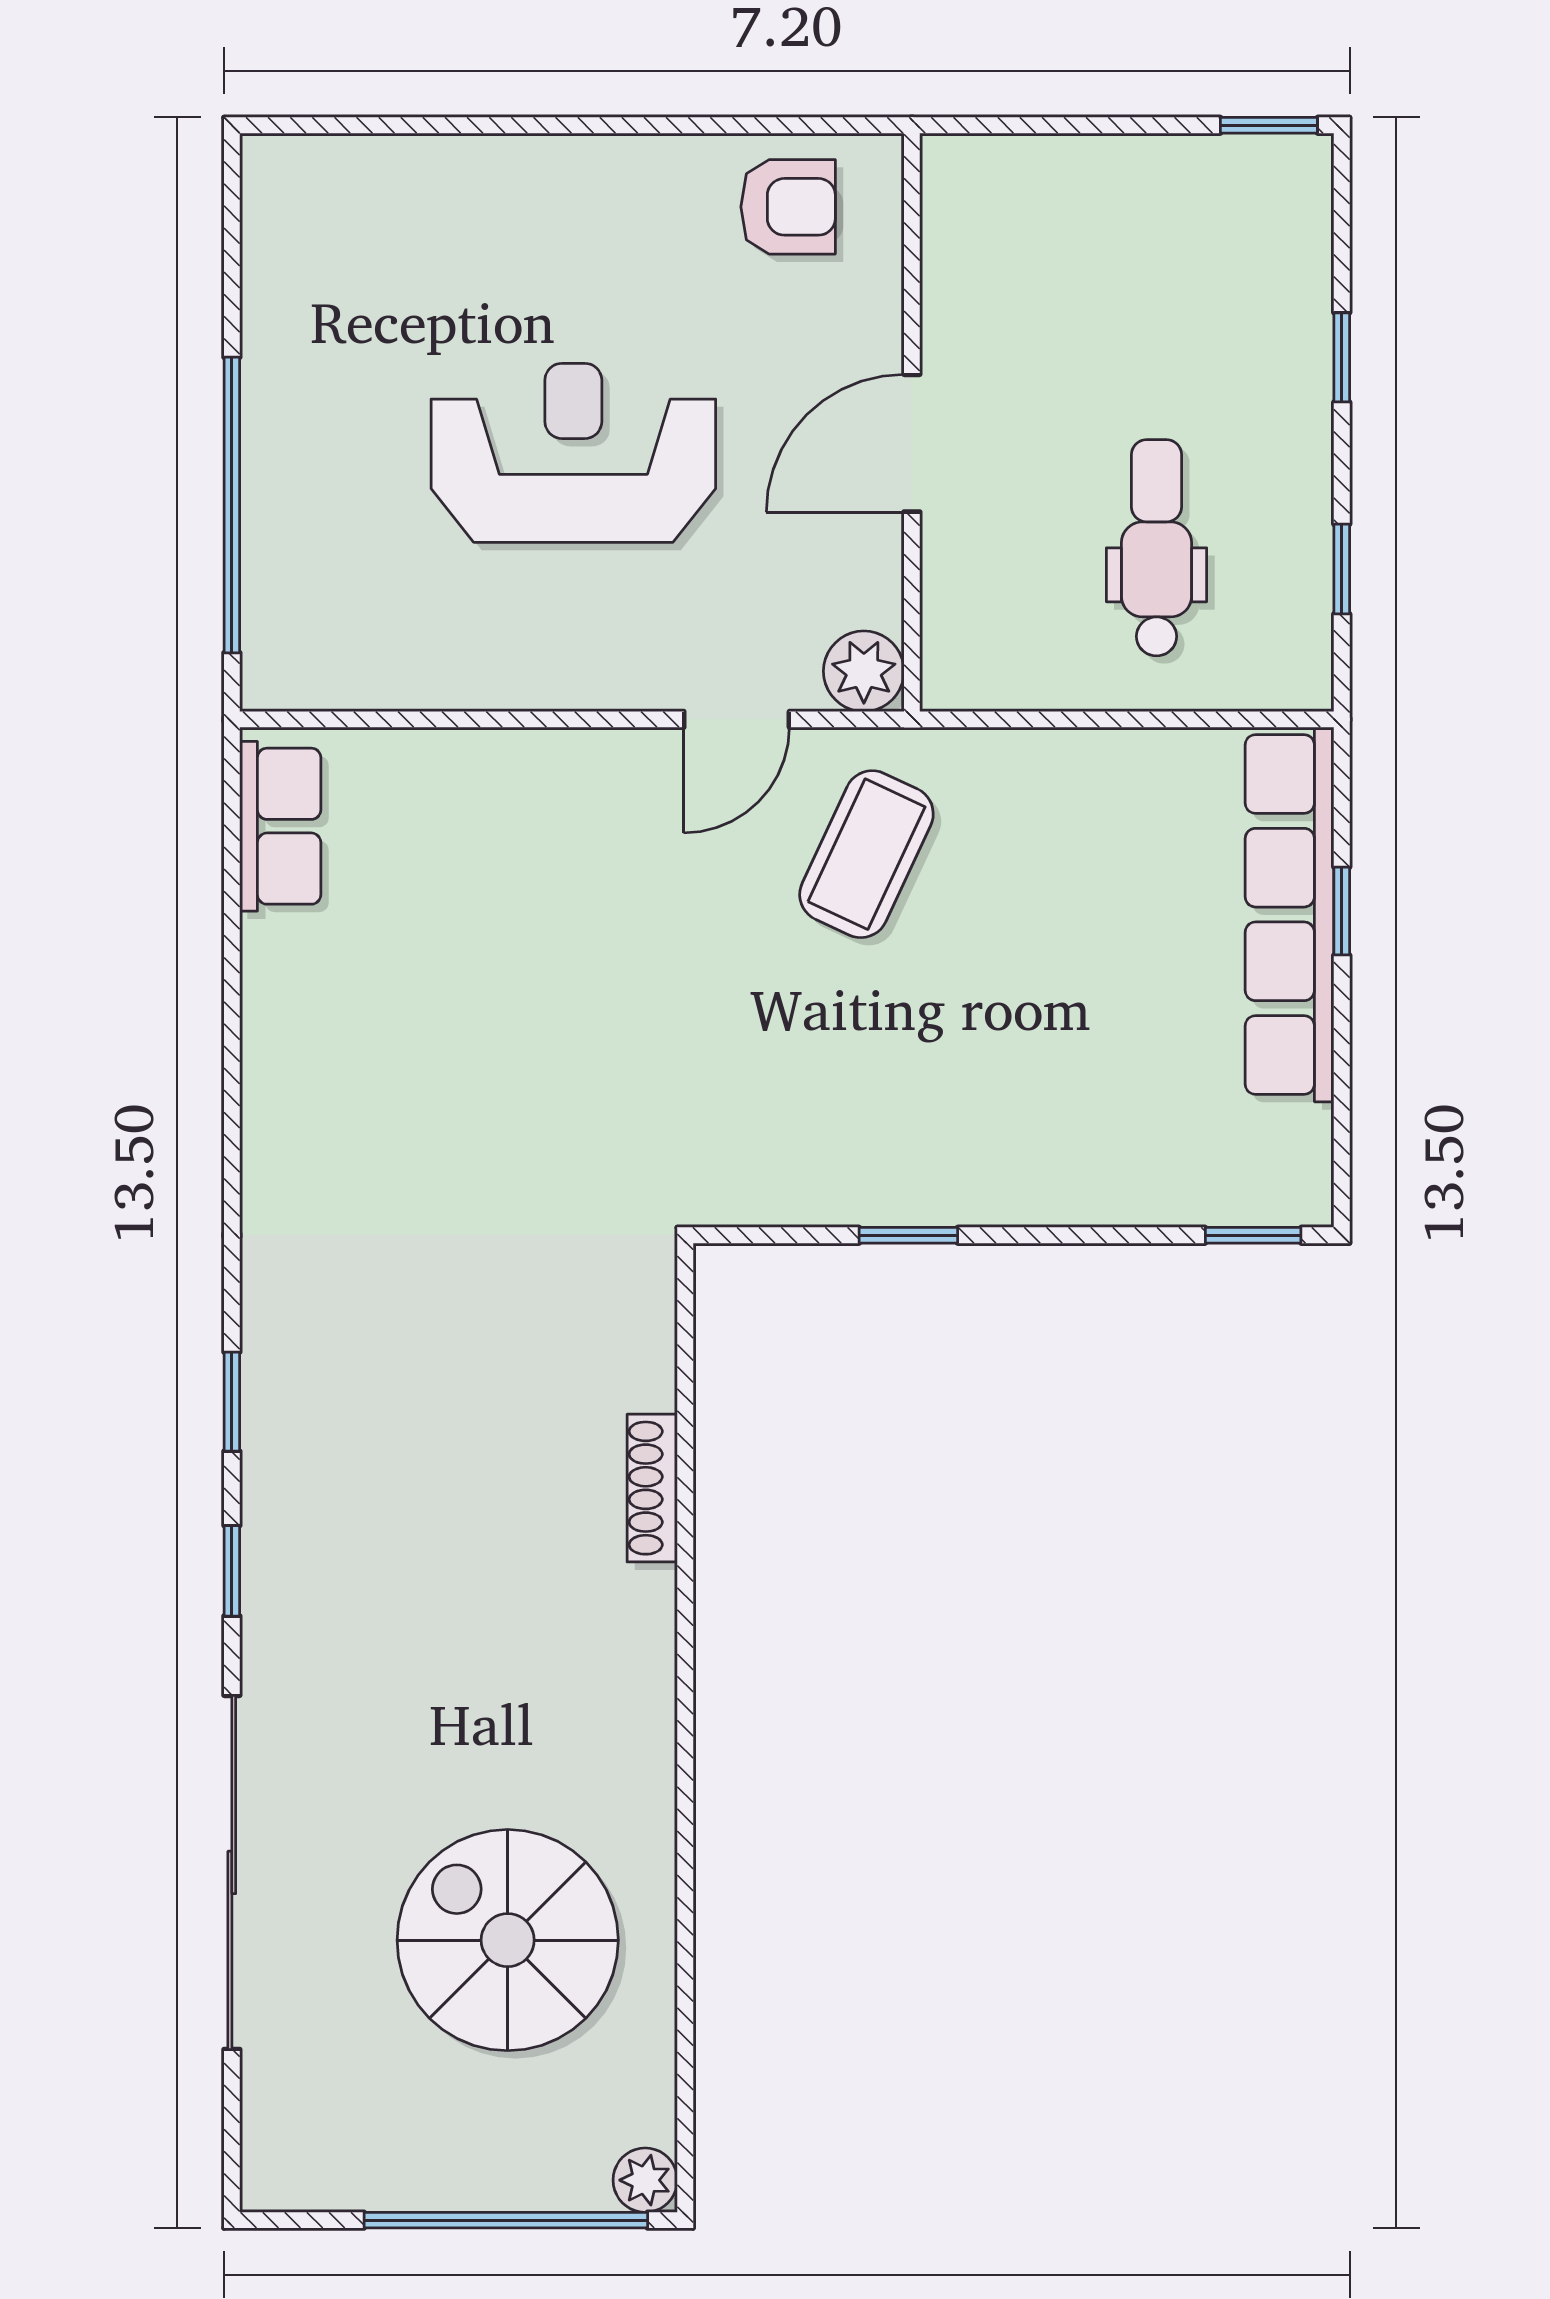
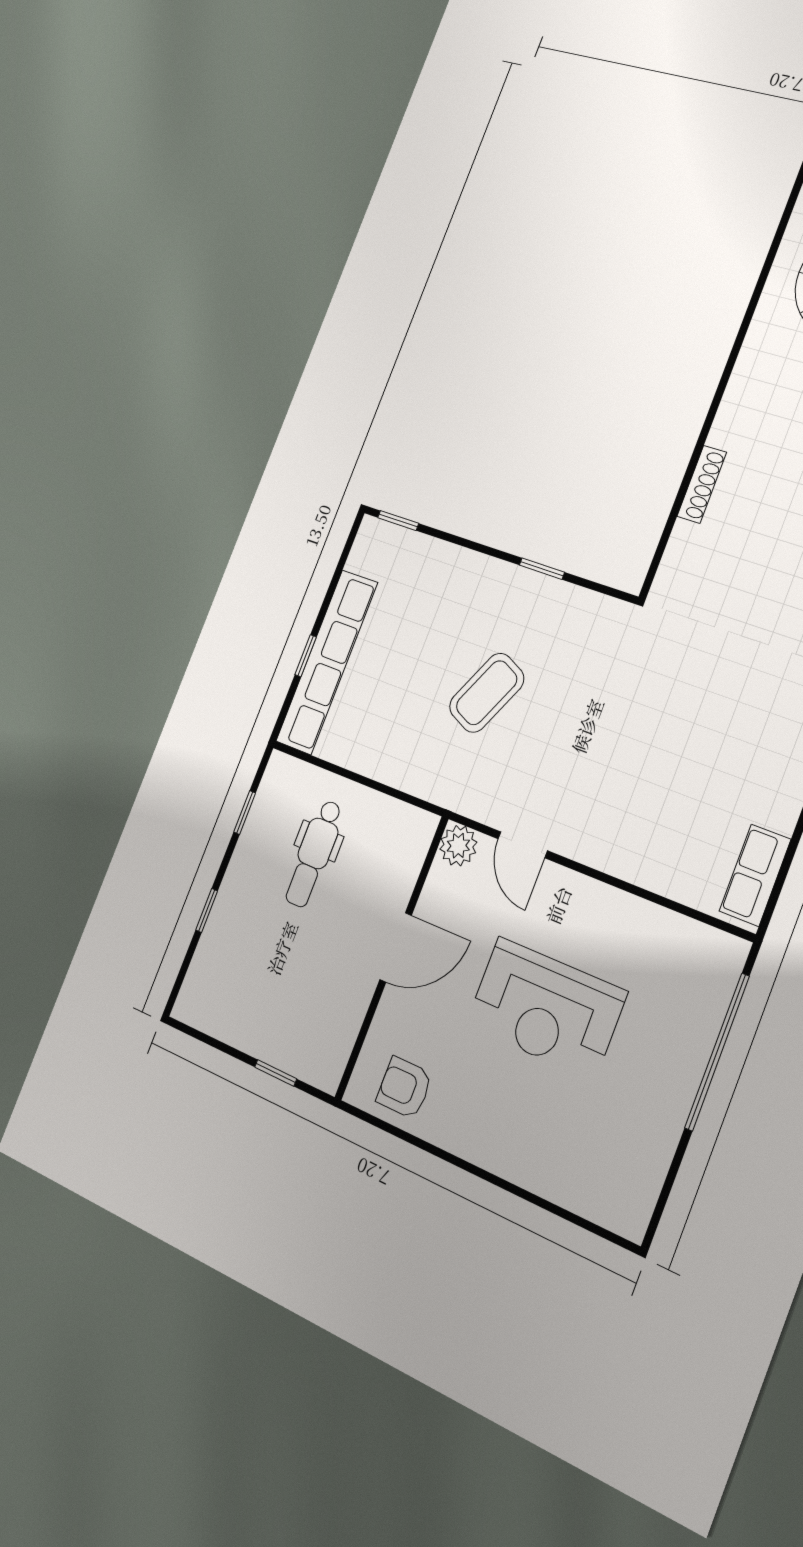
window: (1269, 125) -> (276, 1073), moved
door: (737, 719) -> (523, 845), swing flipped
coffee table: (866, 854) -> (487, 693), moved

